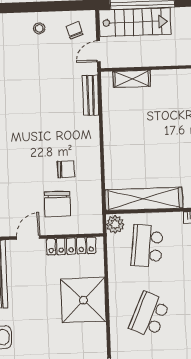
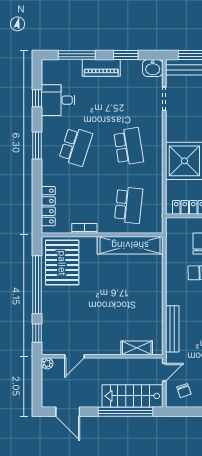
bench: (91, 95) -> (172, 329), width x1.36
plant: (115, 224) -> (155, 224), removed
school desk: (150, 315) -> (129, 146), turned -33

